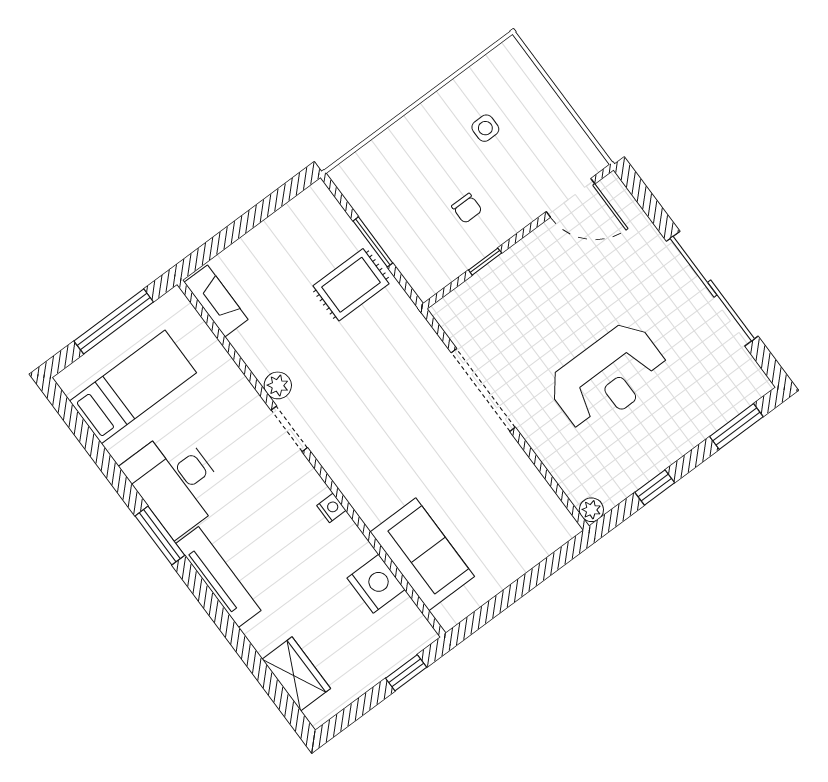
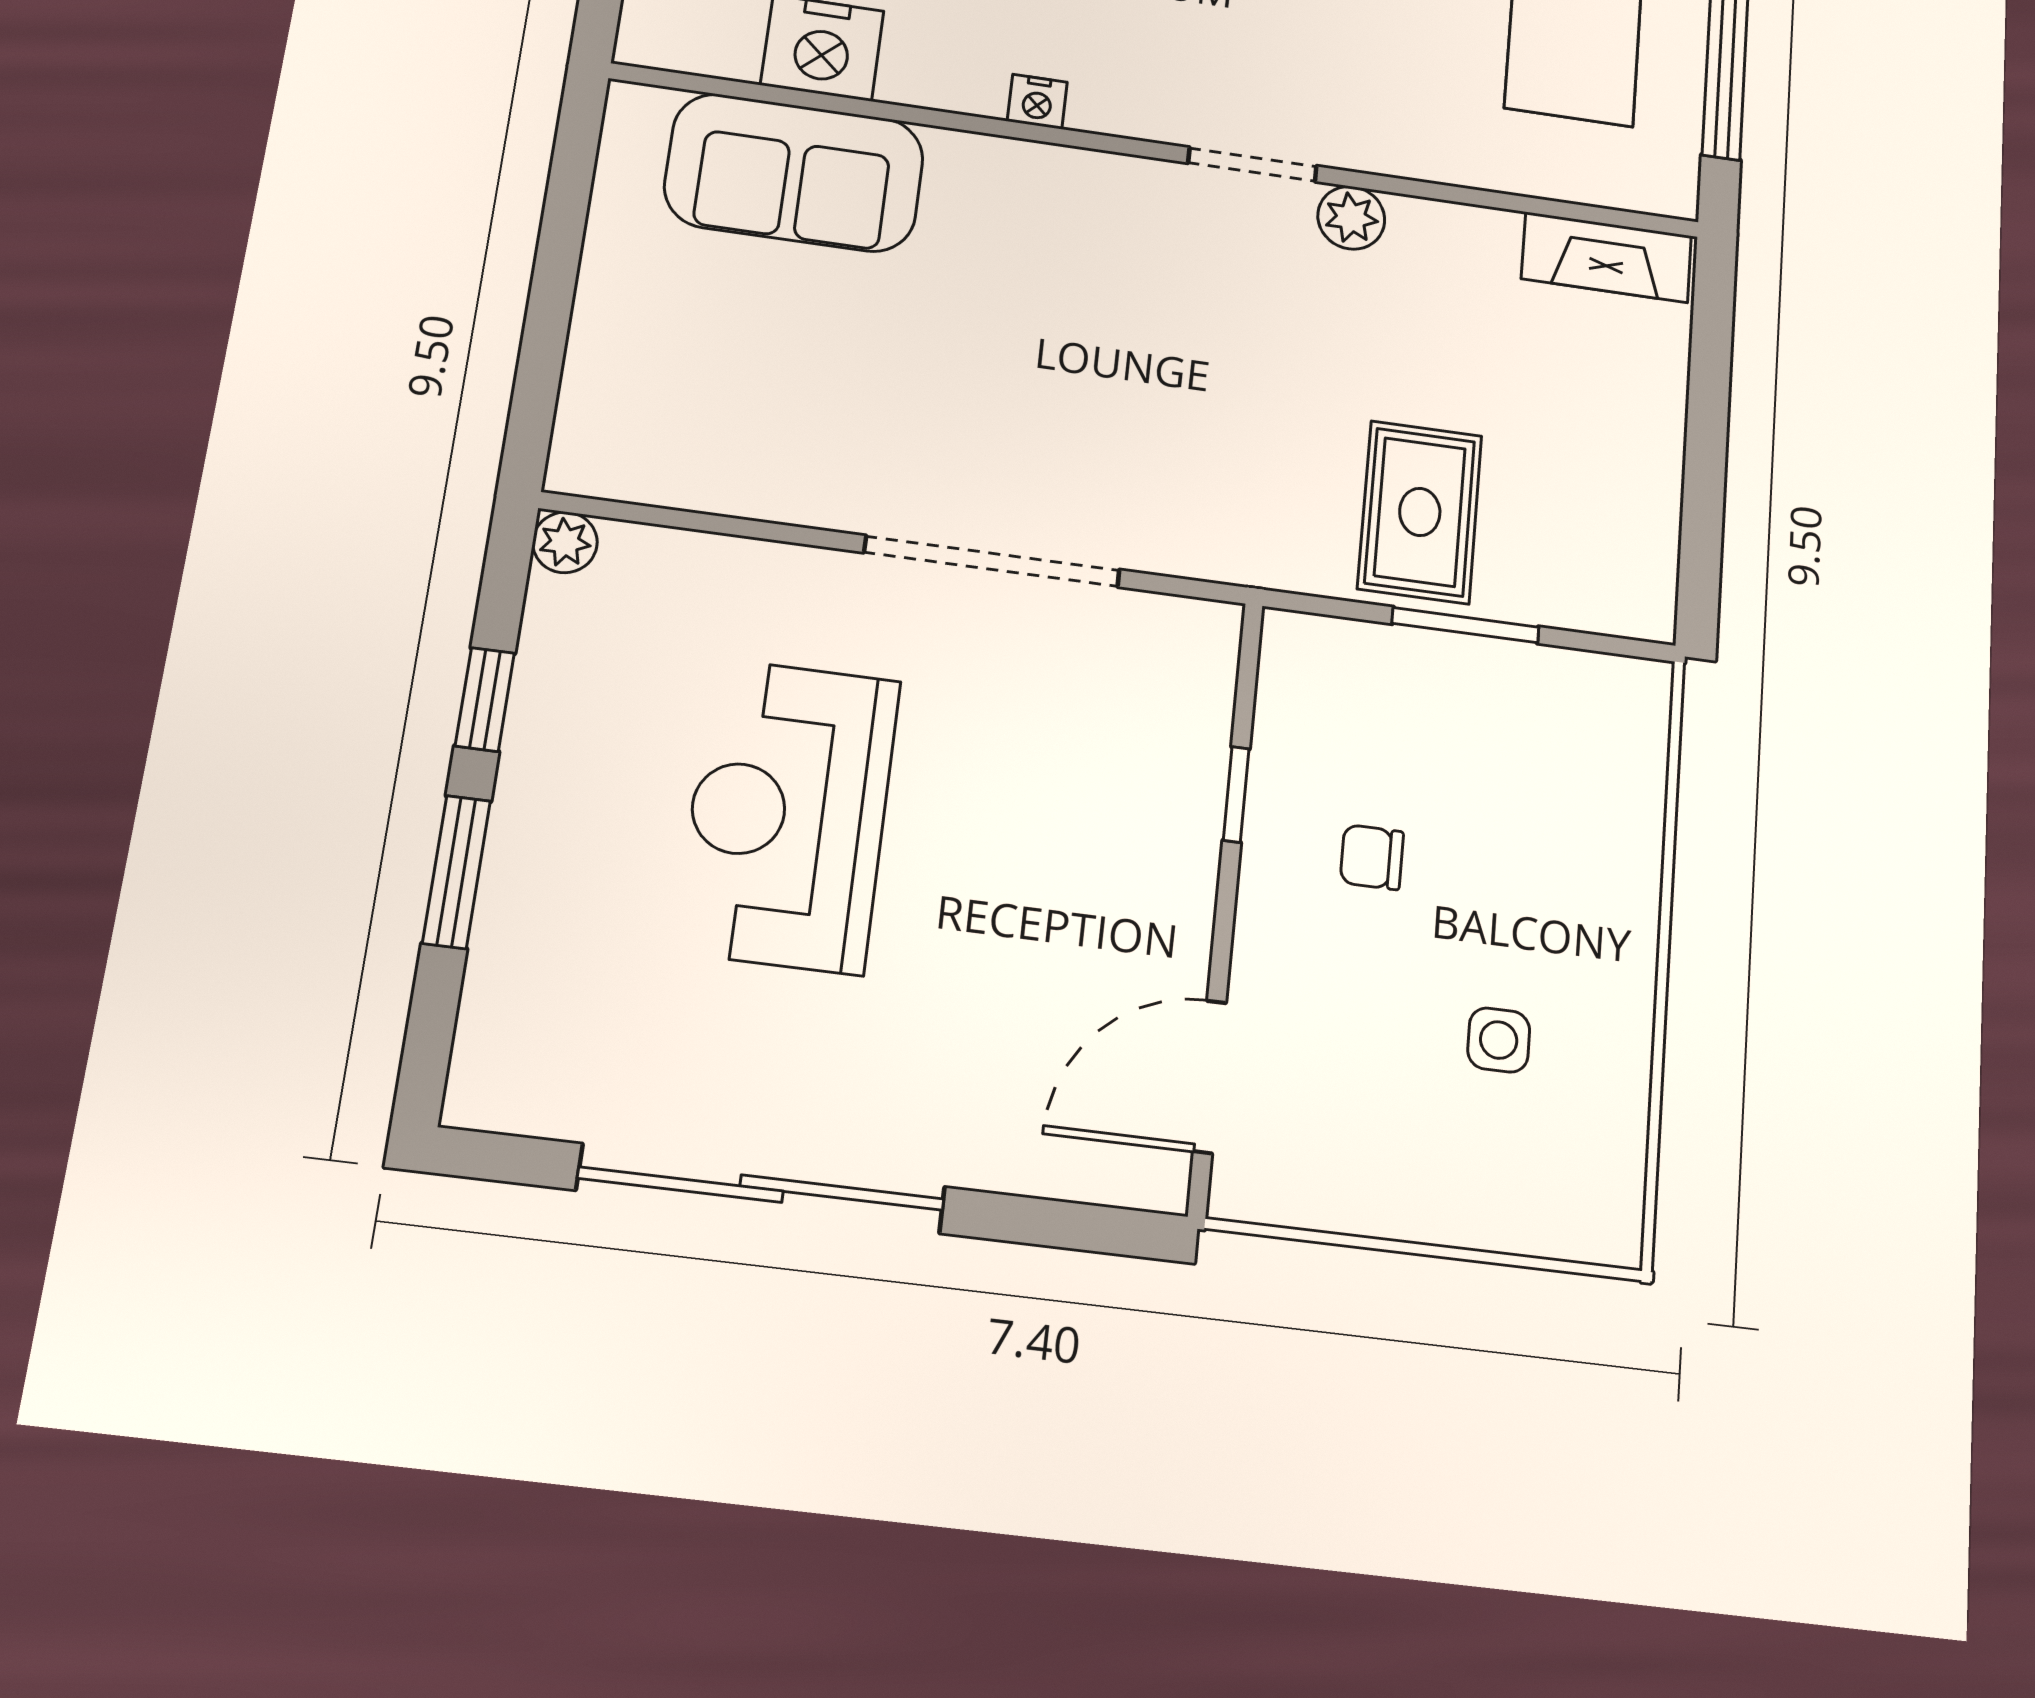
window: (736, 427) -> (456, 872), moved

